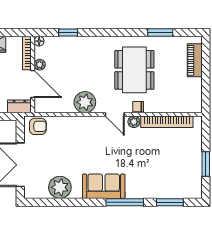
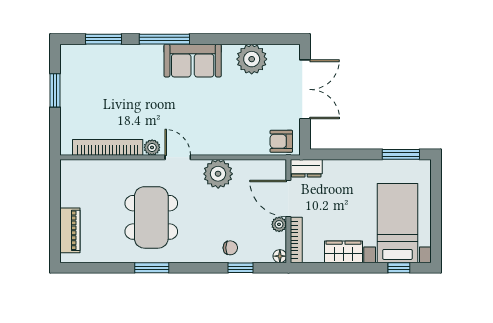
window: (160, 33) -> (152, 268), moved
chair: (138, 107) -> (230, 248), moved

